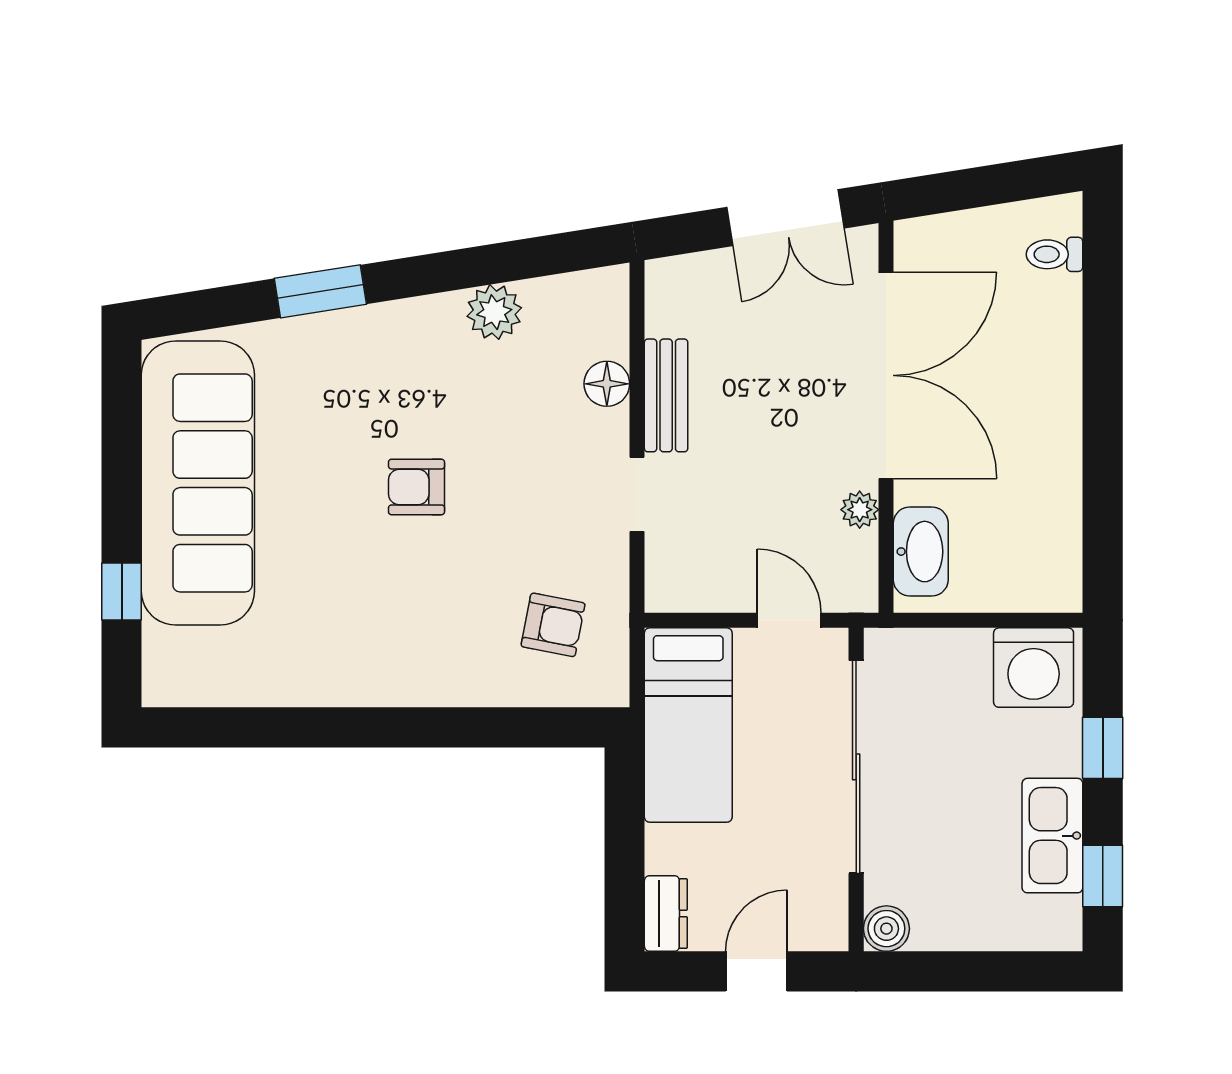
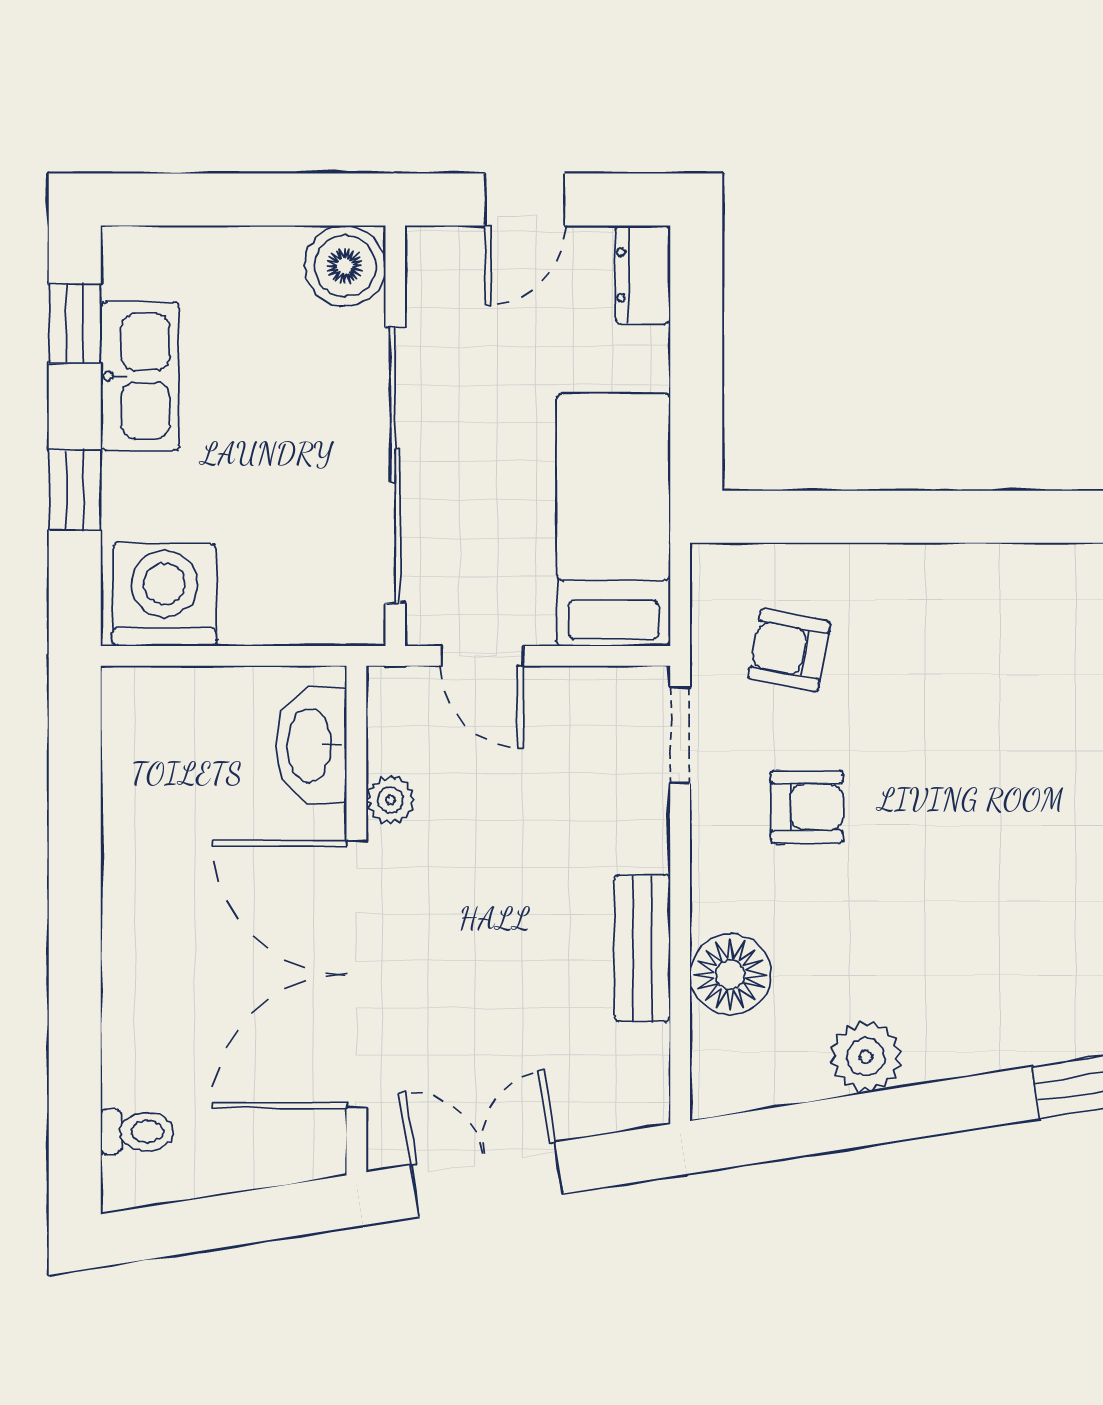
floor lamp: (607, 384) -> (730, 974), width x1.38, depth x1.38
armchair: (416, 487) -> (807, 807), moved
doorway: (637, 494) -> (680, 735), moved
boiler: (886, 929) -> (345, 266), width x1.36, depth x1.36

